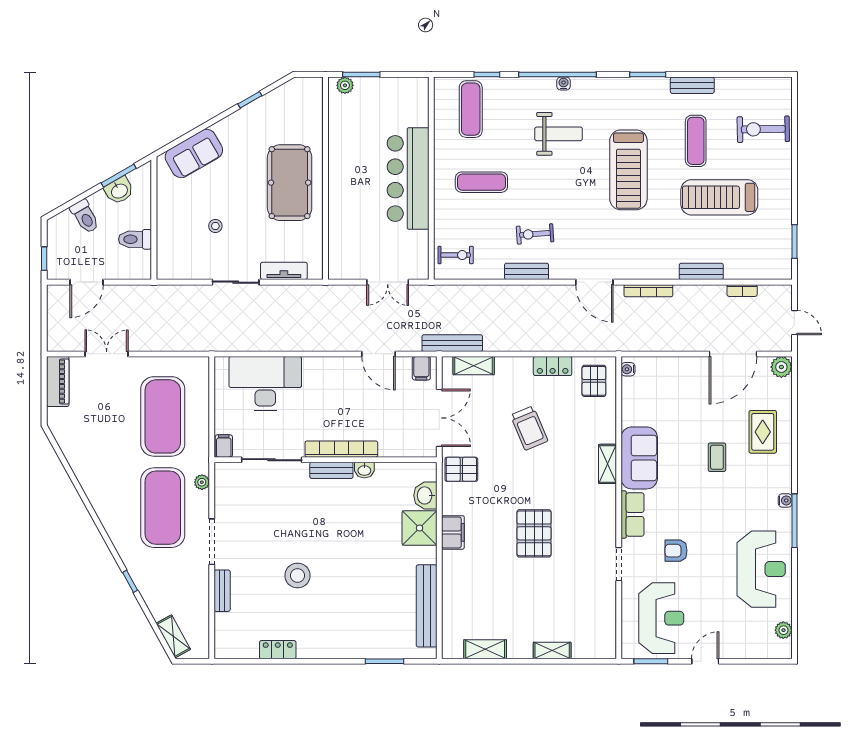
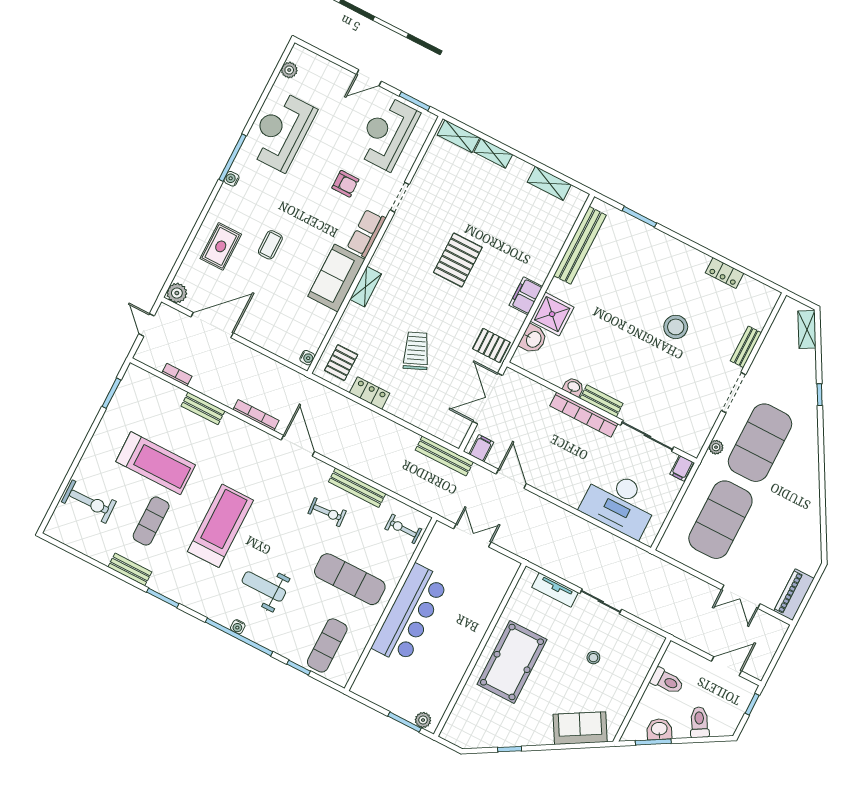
exercise mat: (481, 182) -> (350, 579), width x1.36, depth x1.45
bench: (527, 271) -> (357, 488), width x1.36
shelving: (474, 366) -> (458, 136), moved

